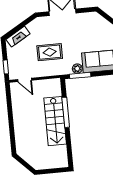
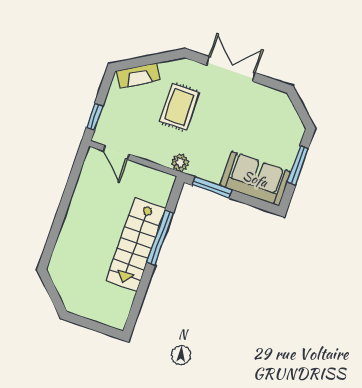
rug: (50, 52) -> (179, 107), moved, turned 90
plant: (77, 69) -> (180, 163), moved

